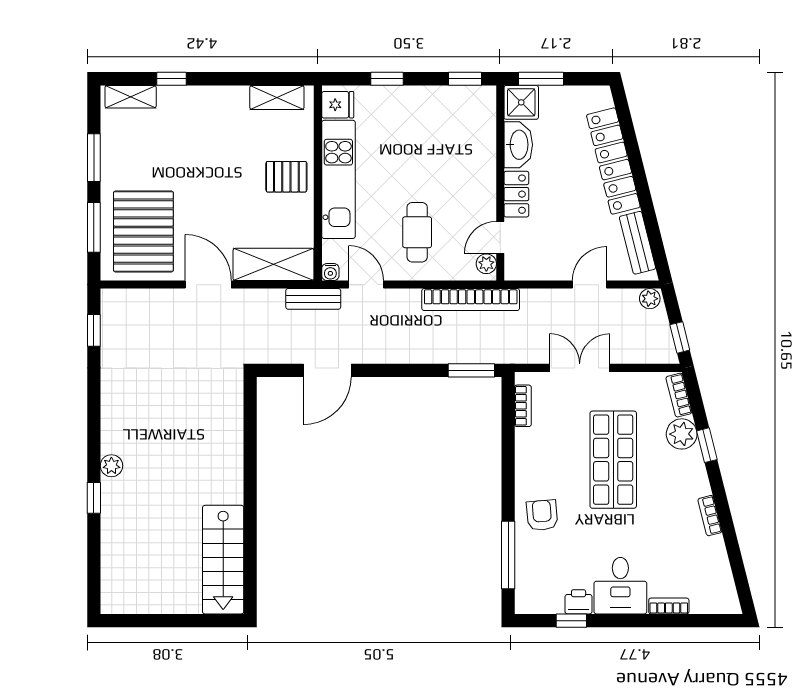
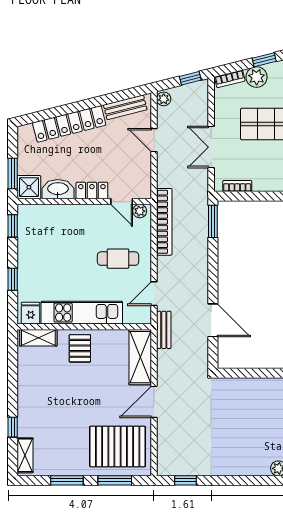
shelving: (277, 97) -> (38, 338), moved, turned 90
water cooler: (330, 272) -> (145, 318), removed

